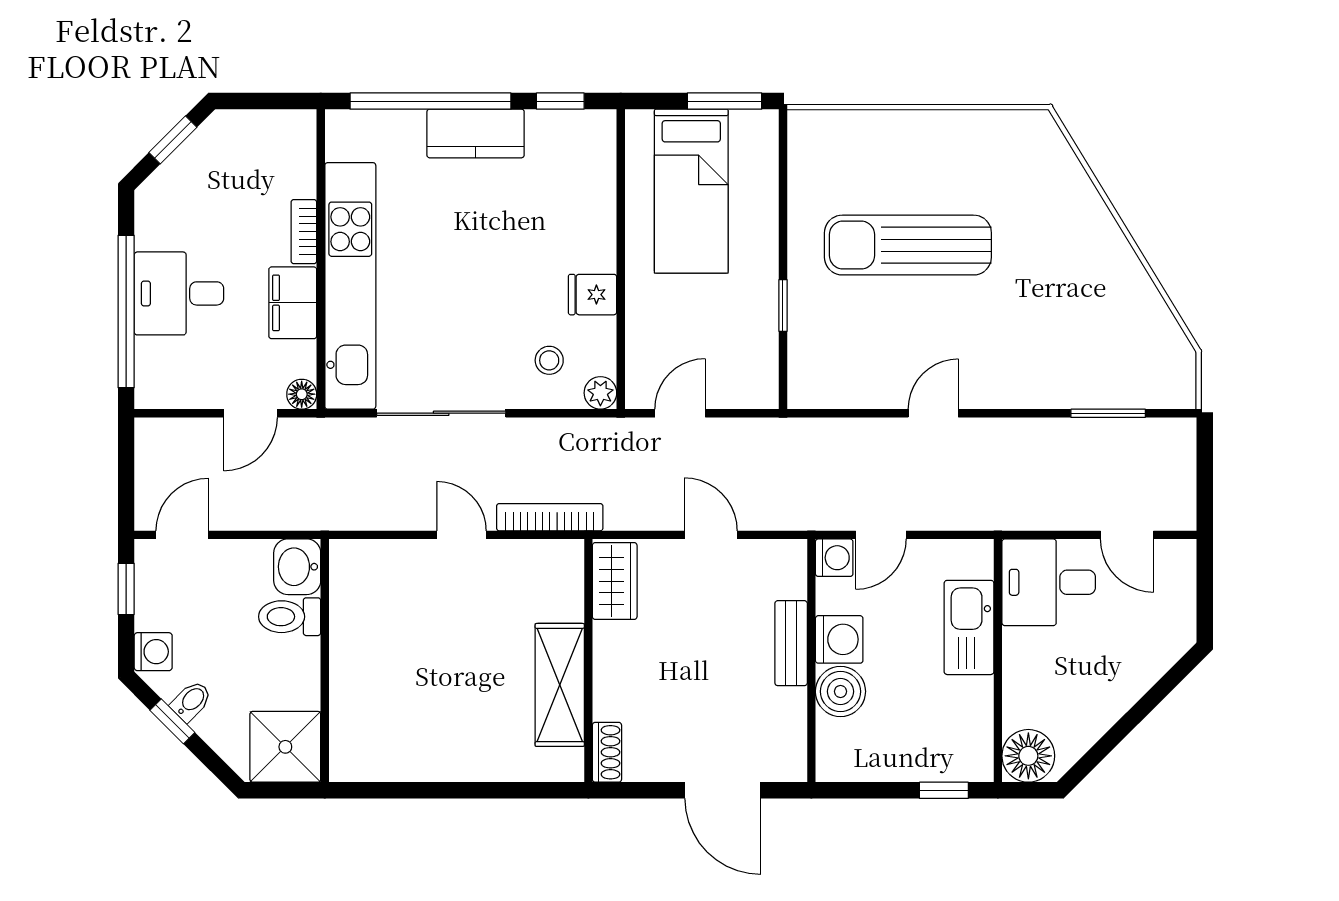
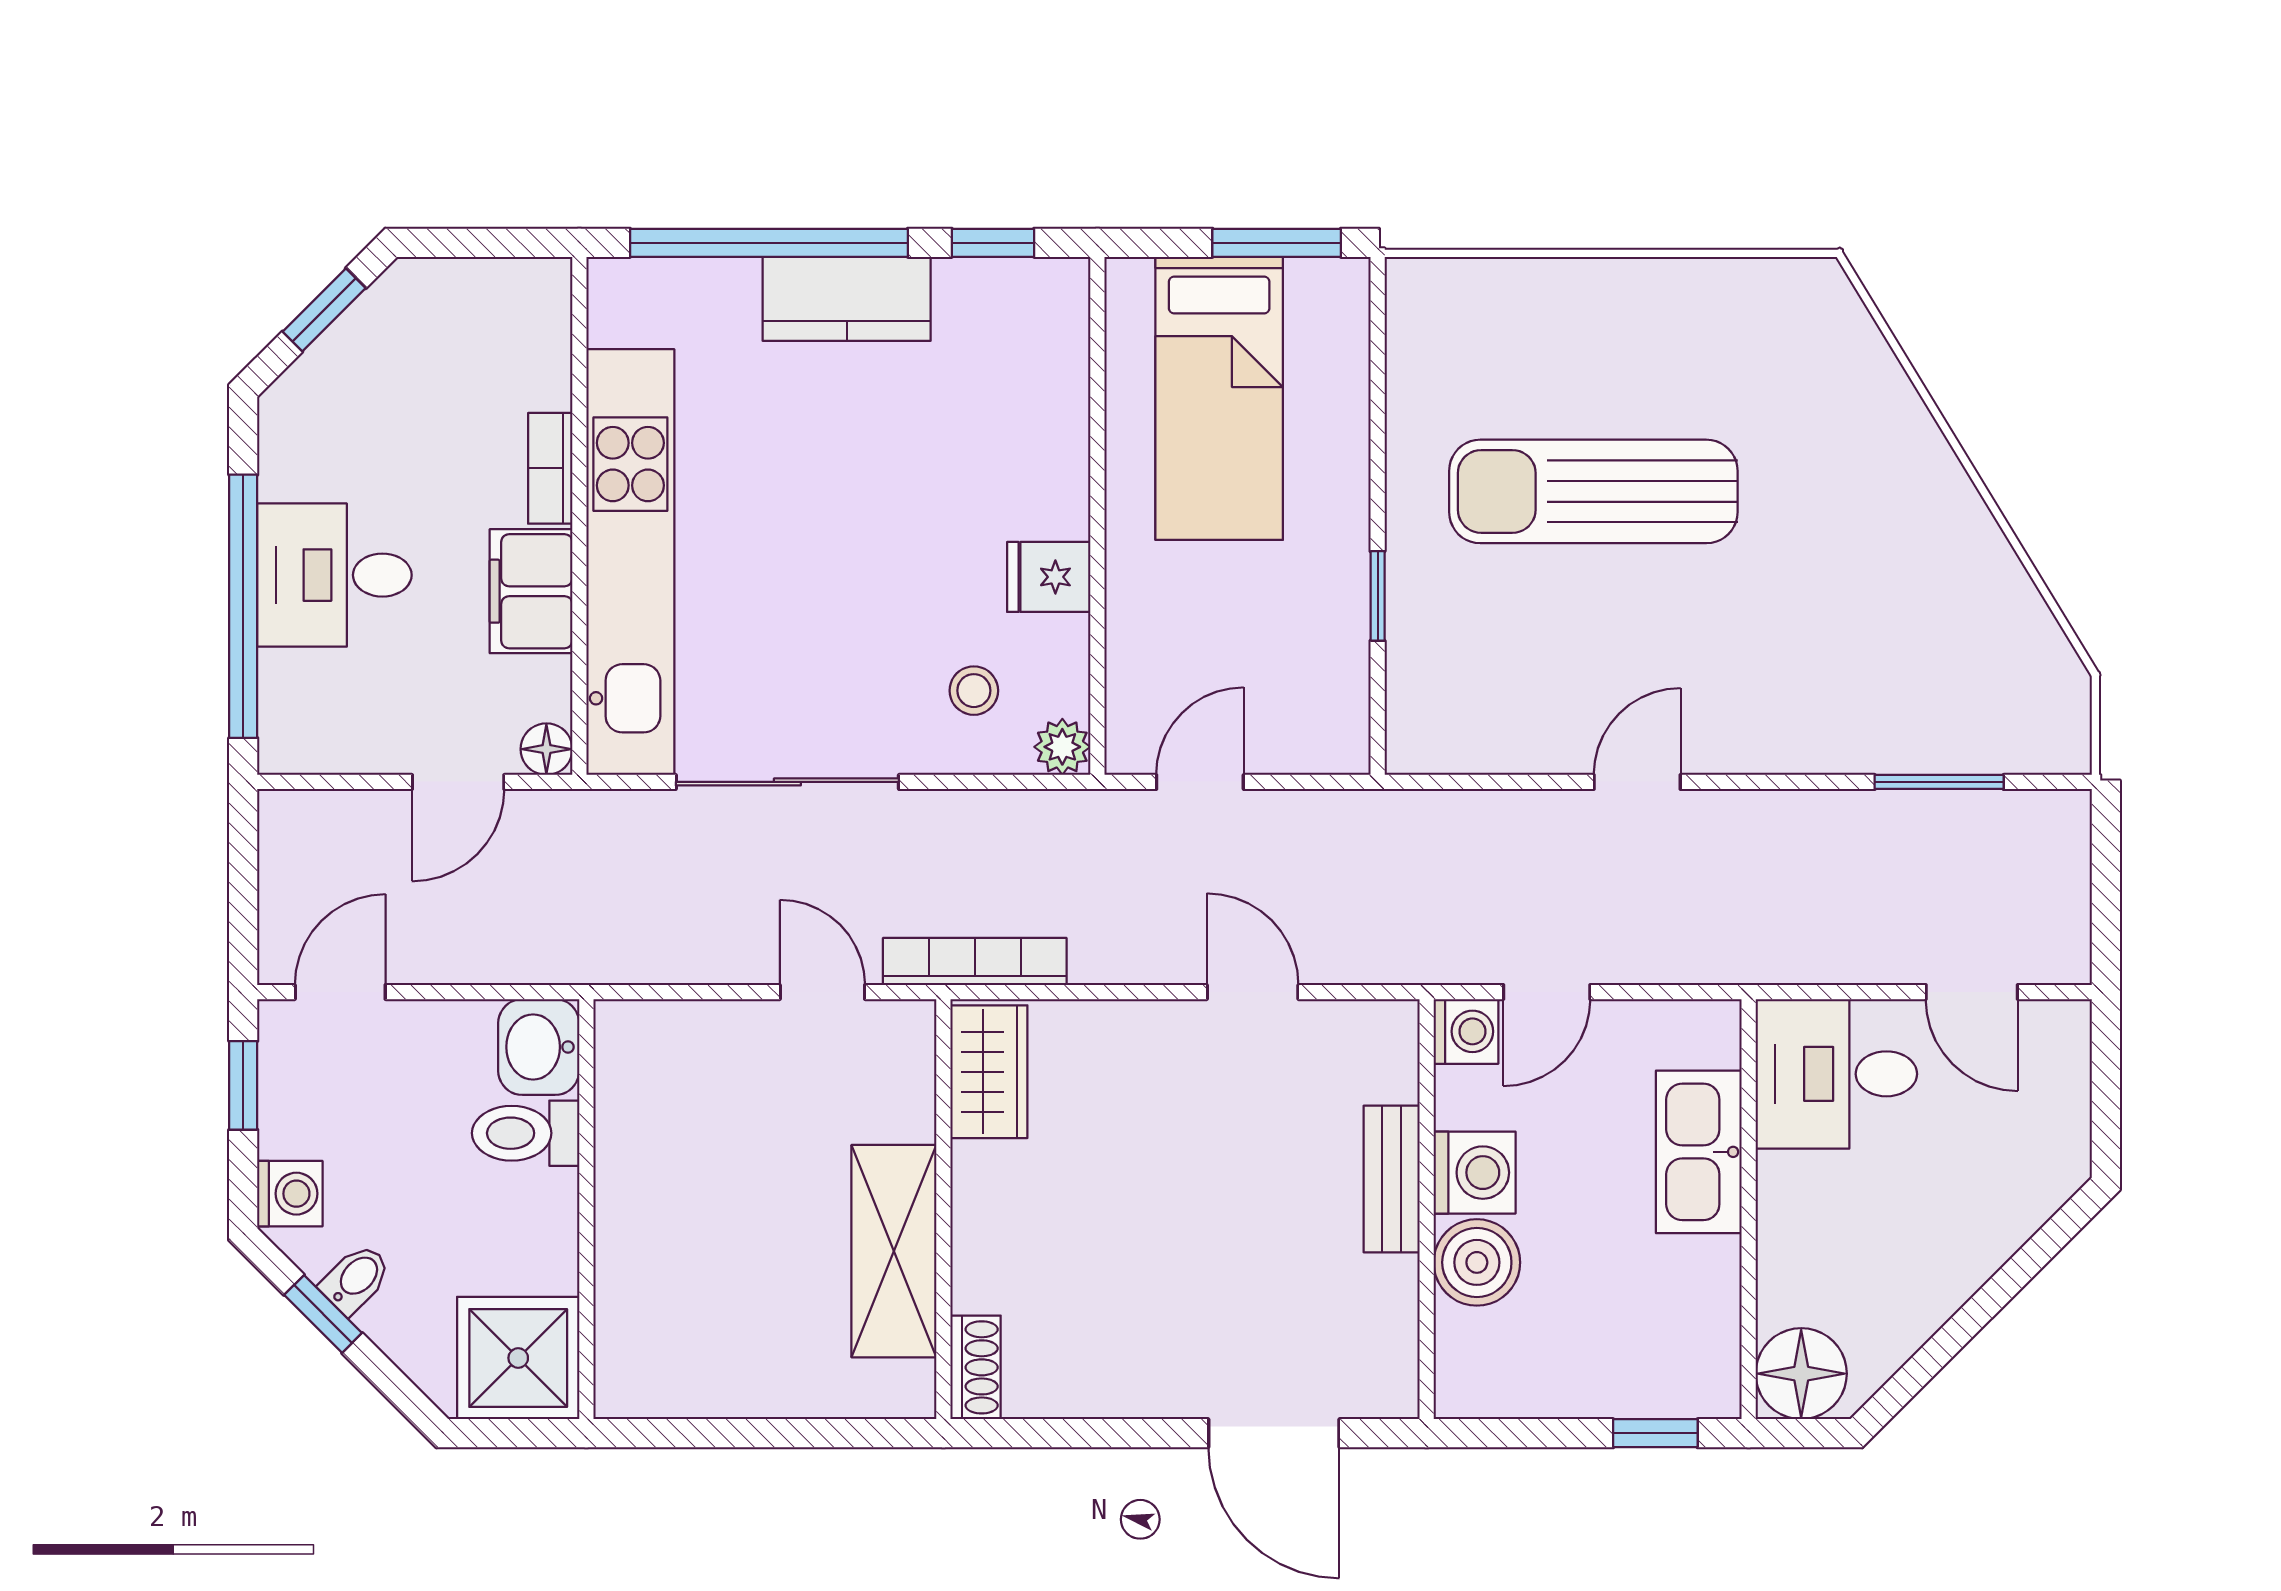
wardrobe: (615, 581) -> (989, 1072), moved
wall: (588, 661) -> (943, 1209), moved
shelving: (560, 685) -> (894, 1251), moved
shoe rack: (607, 752) -> (976, 1367), moved

